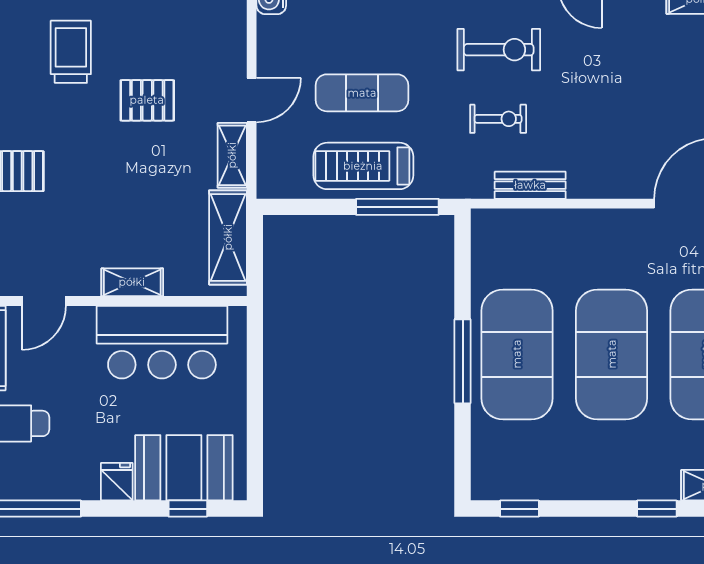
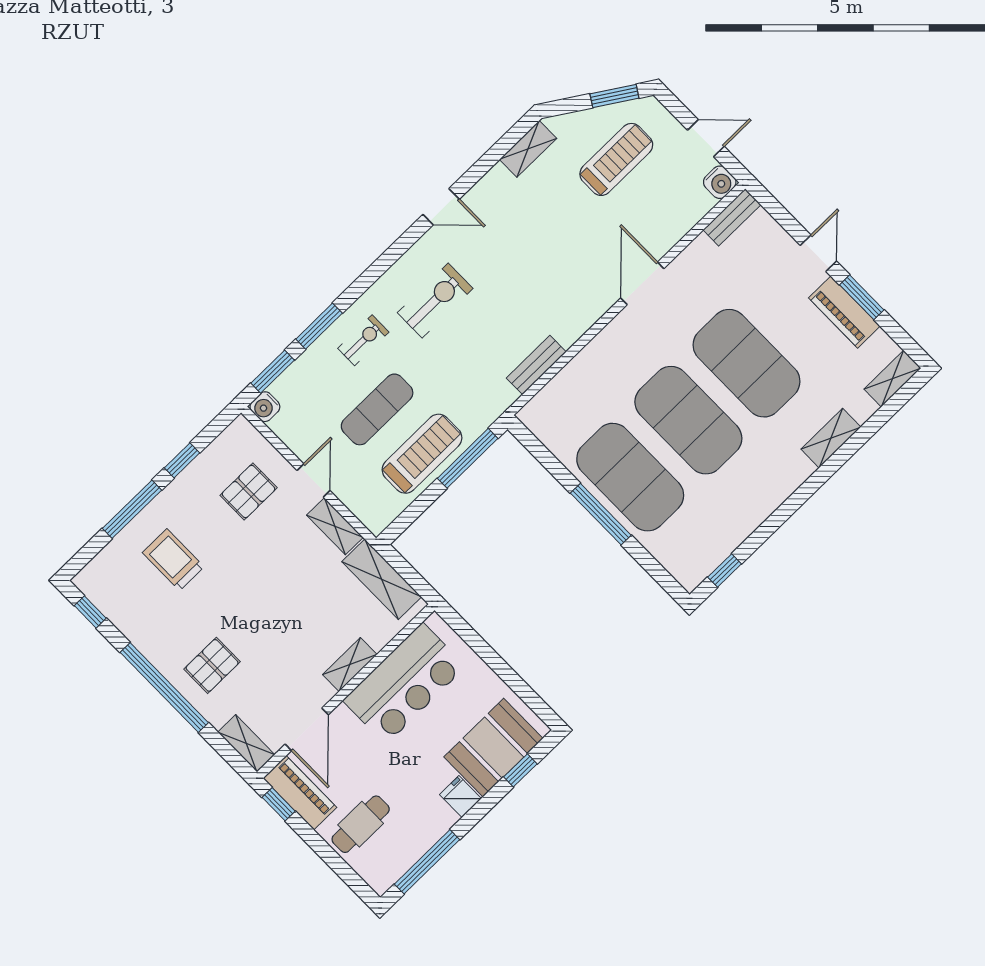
pallet: (147, 100) -> (249, 491), moved
exercise bike: (498, 119) -> (363, 340), moved
treadmill: (363, 166) -> (422, 454), turned 180
door: (44, 301) -> (307, 729), width x1.38
window: (657, 509) -> (809, 488), removed

